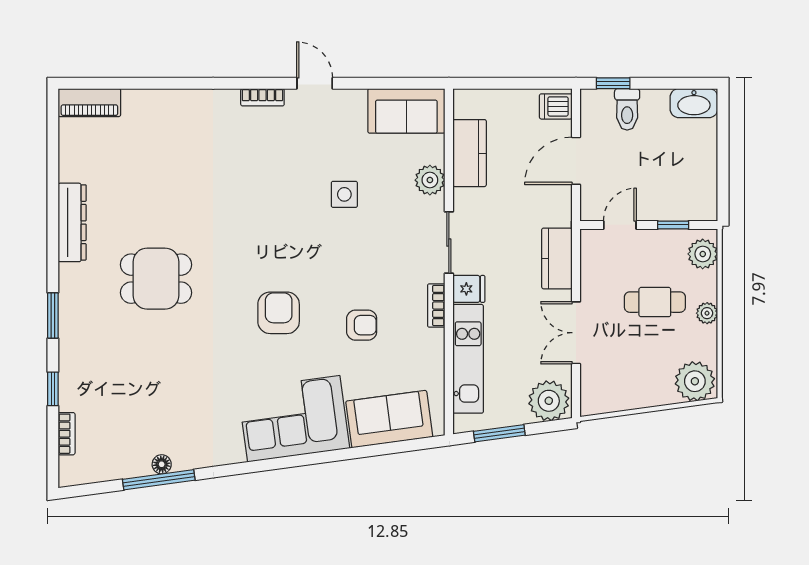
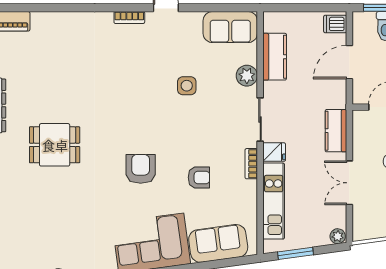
plant: (549, 401) -> (338, 236), width x0.53, depth x0.53

